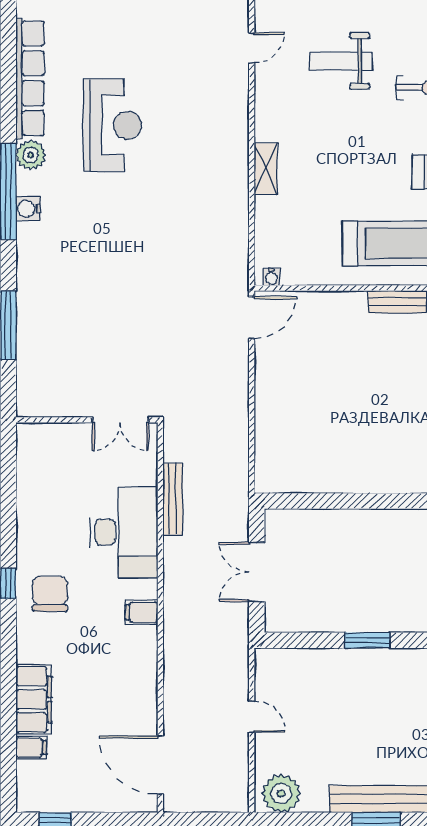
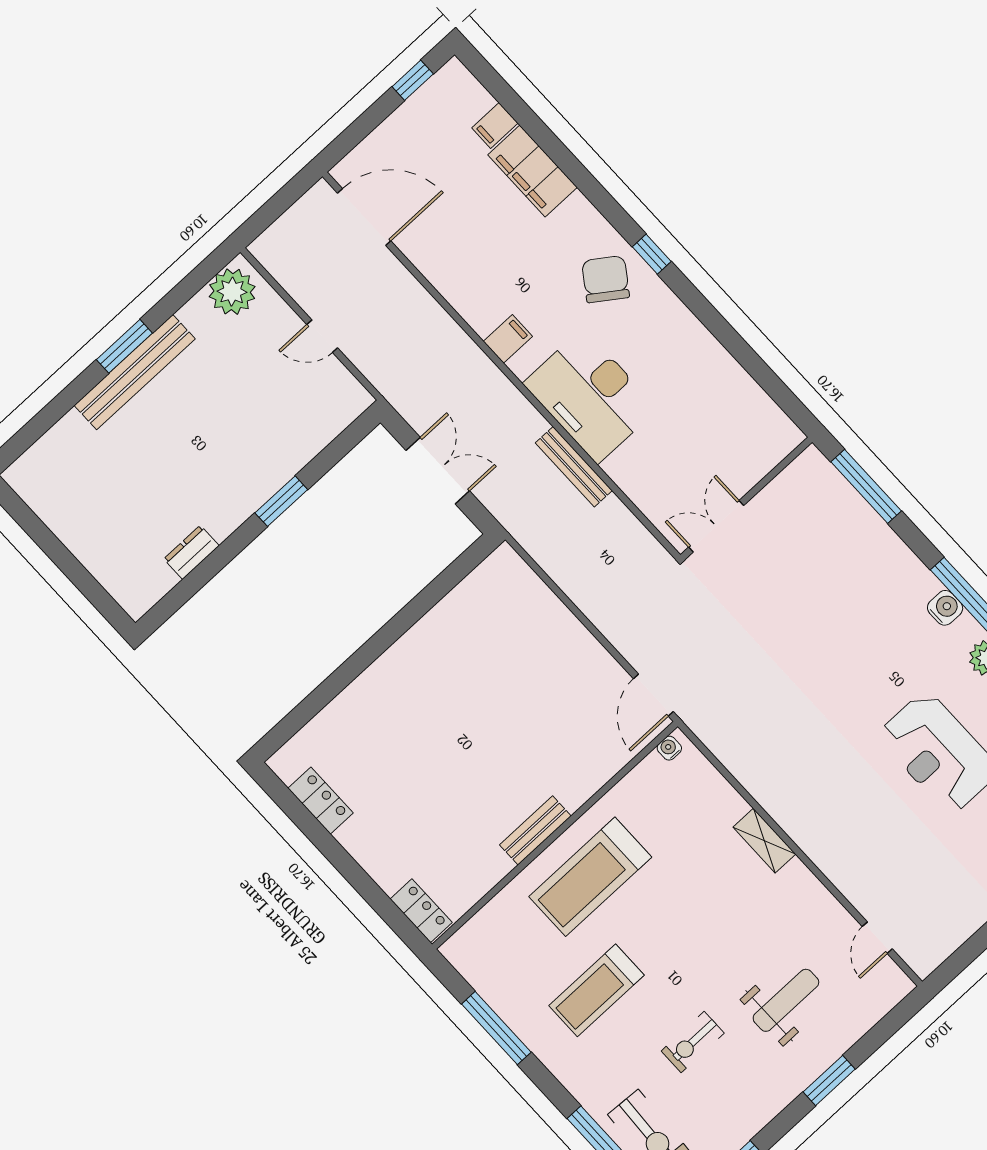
wall: (87, 420) -> (746, 498), moved
double door: (120, 420) -> (716, 526), moved
chair: (50, 594) -> (606, 279), turned -145

